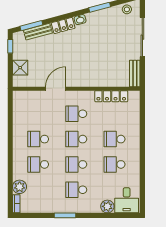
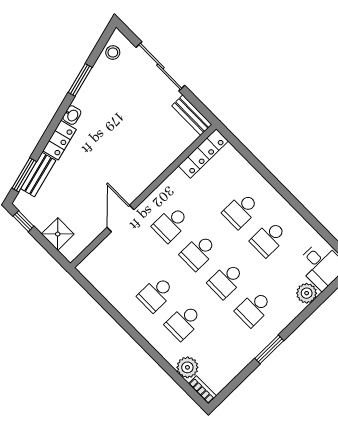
locker: (111, 96) -> (203, 153), moved

